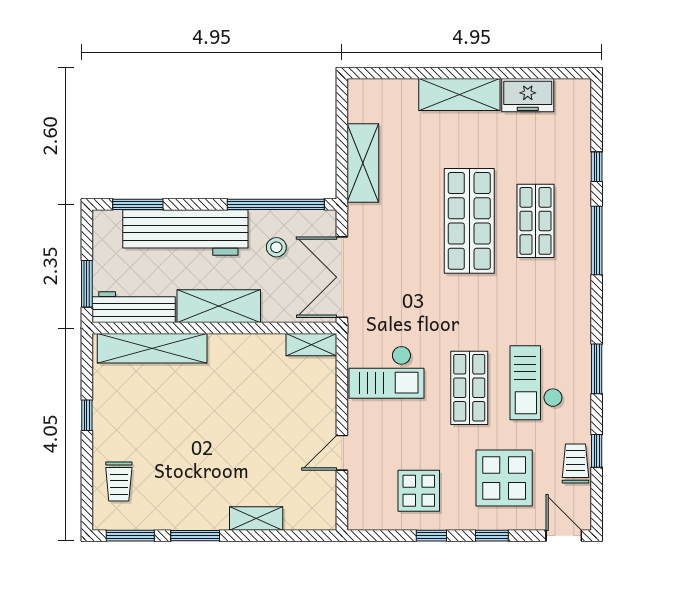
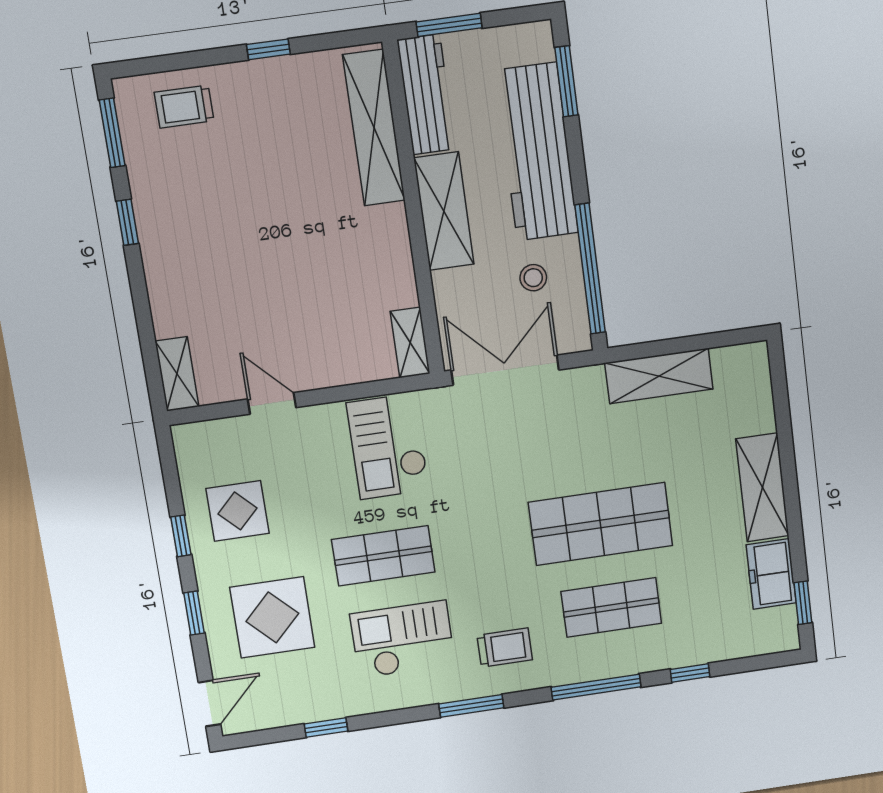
window: (554, 73) -> (803, 603), added
window: (597, 369) -> (471, 706), moved
trolley: (576, 464) -> (505, 648), moved
shelving: (256, 518) -> (177, 374), moved
window: (195, 536) -> (127, 222), width x0.67

